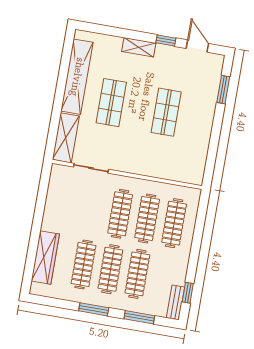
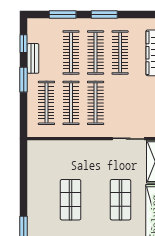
window: (195, 253) -> (24, 80), added
bench: (175, 302) -> (33, 58), moved

